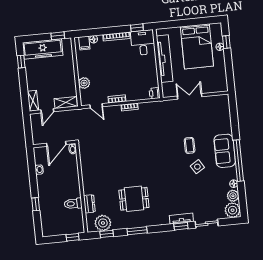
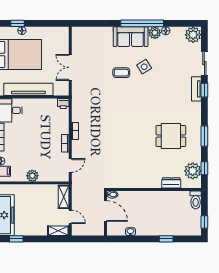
plant: (84, 83) -> (32, 176), moved
plant: (233, 196) -> (155, 33), moved
dining table: (134, 199) -> (171, 136), turned 90
toilet: (73, 204) -> (196, 200), moved
window: (73, 237) -> (204, 222), moved

